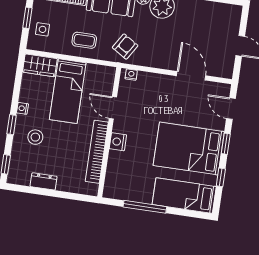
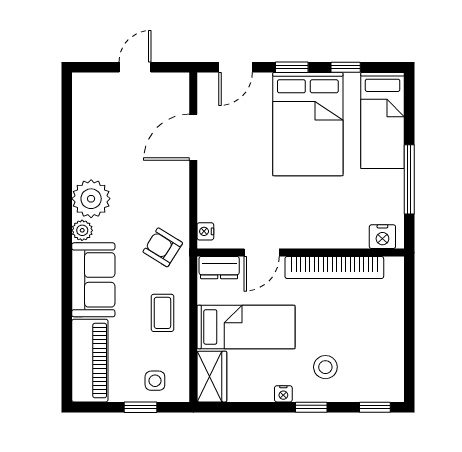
nightstand: (118, 142) -> (382, 237), moved
dresser: (44, 181) -> (219, 268), moved, turned -90

